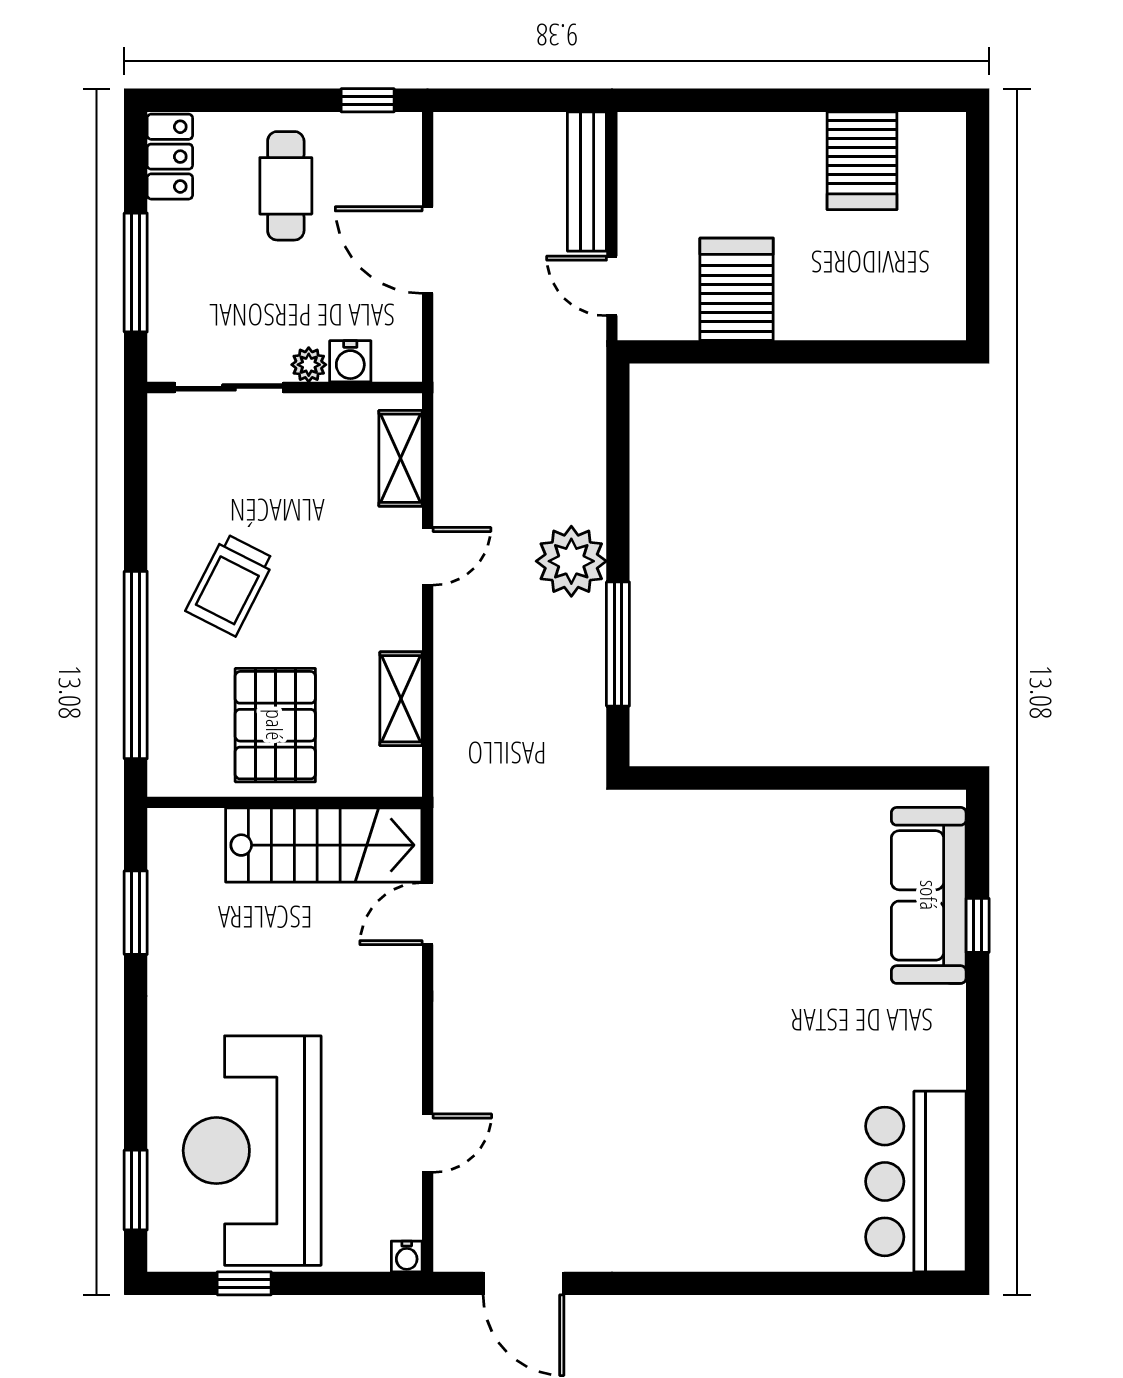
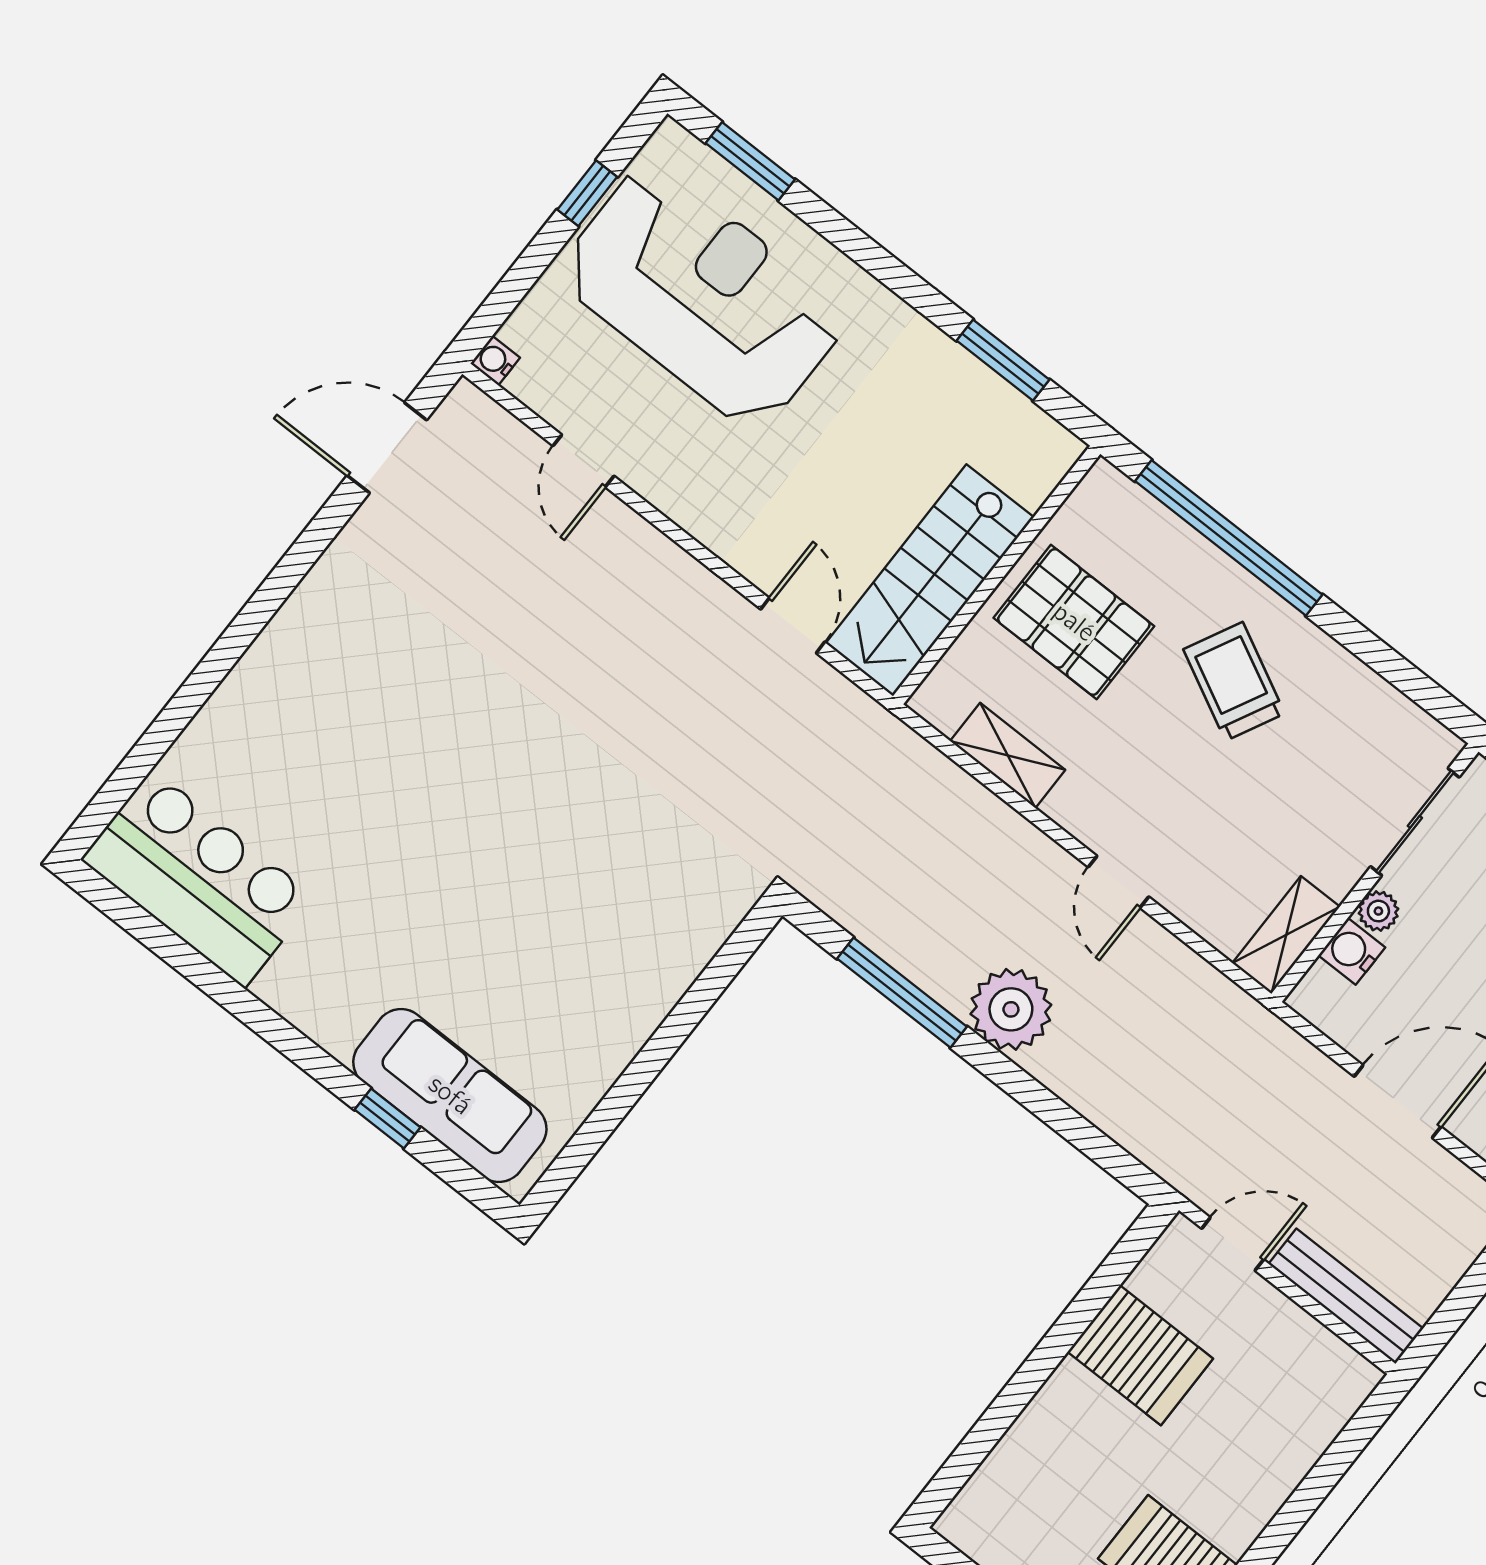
shelving: (400, 458) -> (1286, 935), moved, turned 90

